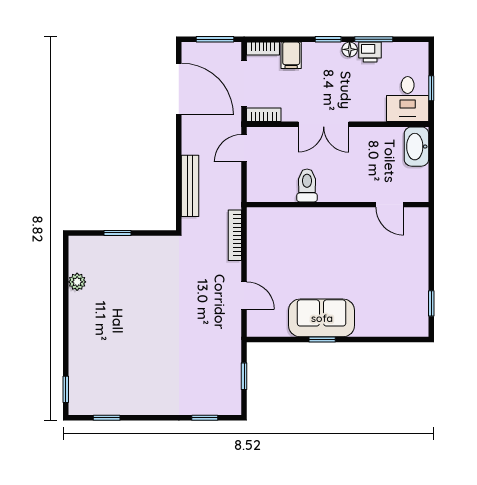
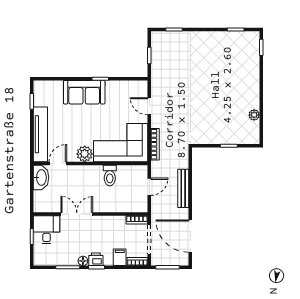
printer: (370, 52) -> (96, 259), moved
double door: (324, 124) -> (77, 214), moved
washbasin: (416, 147) -> (41, 177), moved
door: (244, 148) -> (149, 187), moved
bench: (190, 186) -> (183, 188), moved
door: (390, 205) -> (58, 163), hinge flipped
plant: (347, 220) -> (85, 154), added
corner sofa: (290, 238) -> (121, 143), added
tv unit: (417, 251) -> (40, 134), added
sofa: (322, 318) -> (84, 92), moved

